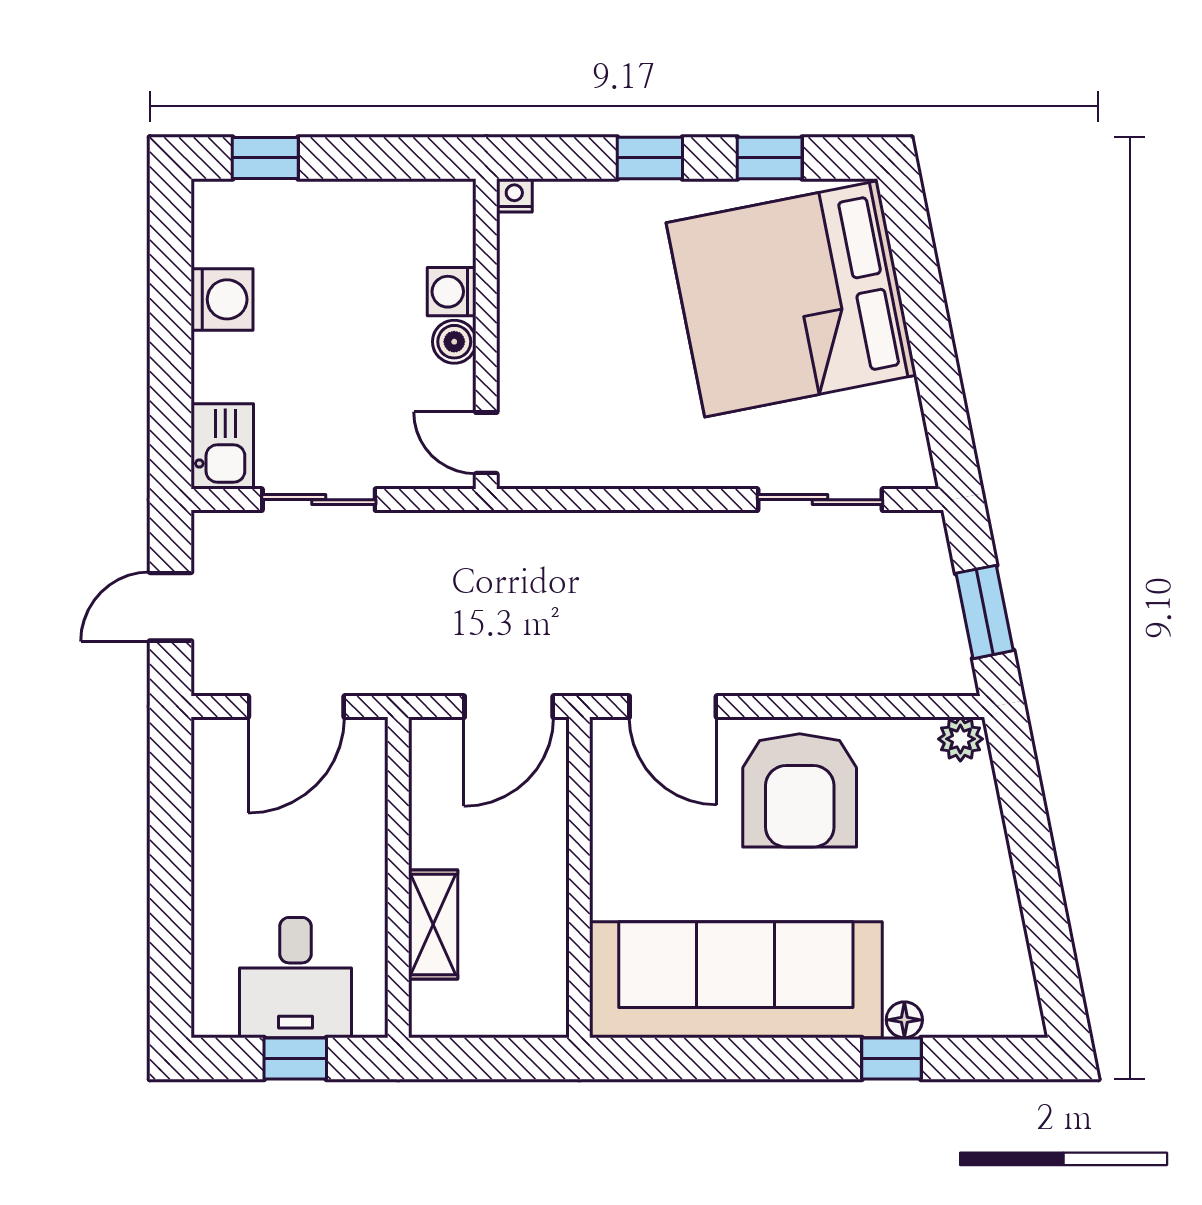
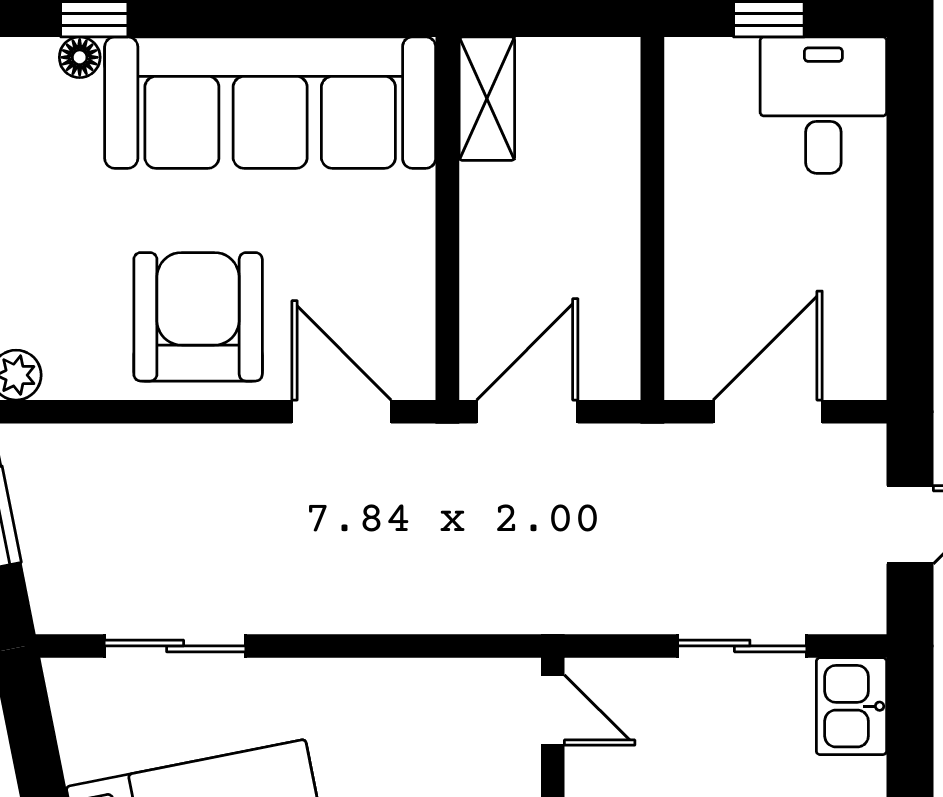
shelving: (433, 924) -> (487, 99), moved
desk: (295, 978) -> (823, 105), moved

